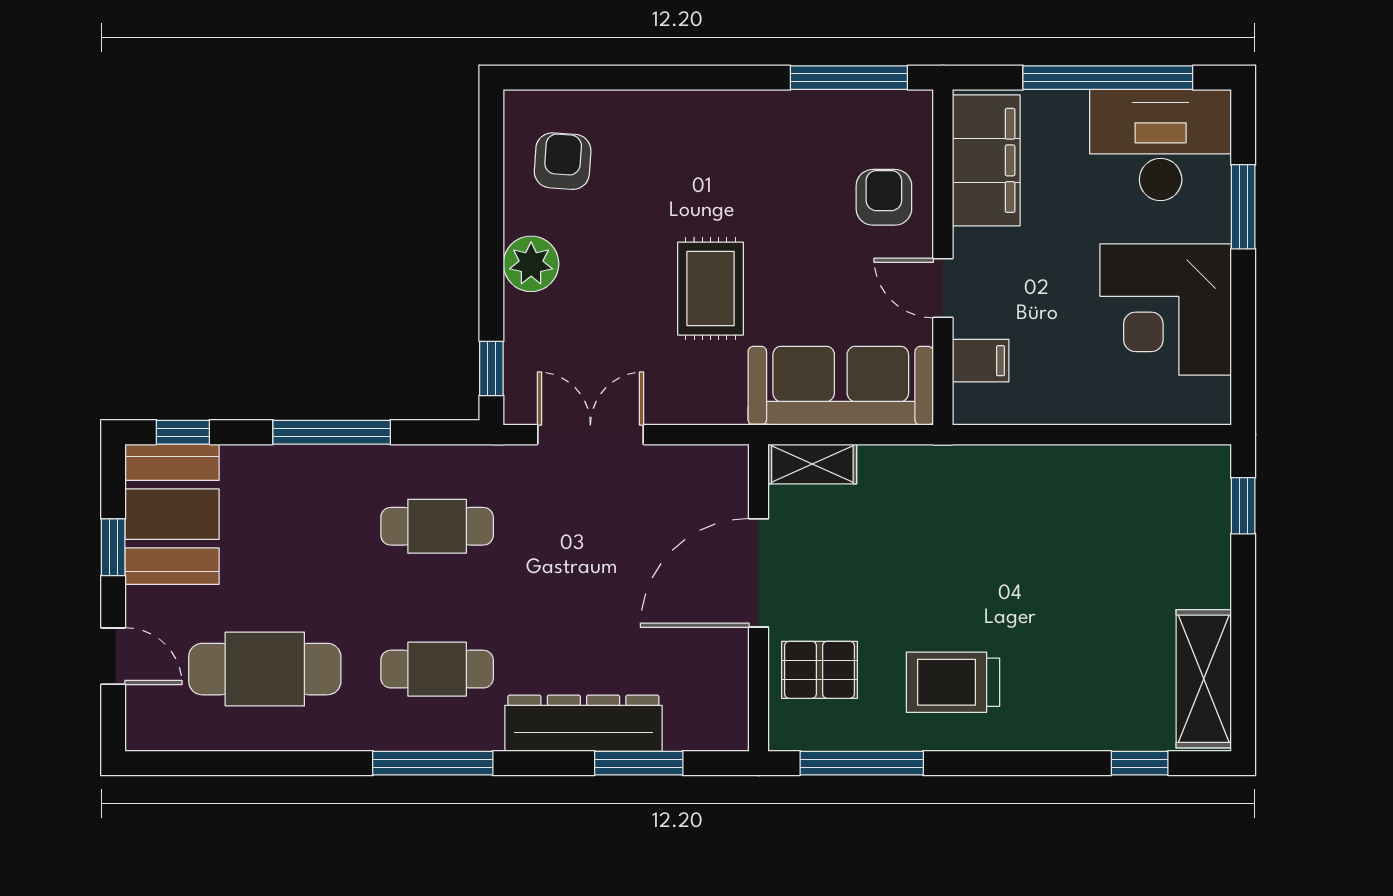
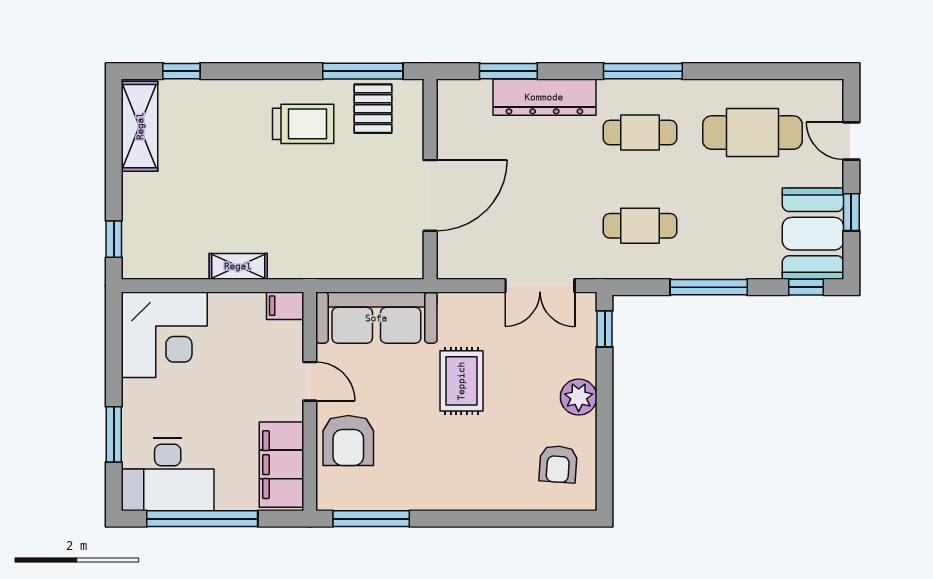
armchair: (884, 197) -> (348, 441), width x1.38, depth x1.38
corner desk: (1166, 310) -> (164, 335), moved, turned 90
filing cabinet: (981, 361) -> (285, 306), moved
shelving: (812, 464) -> (238, 266), moved
pallet: (820, 670) -> (373, 109), moved, turned 90

